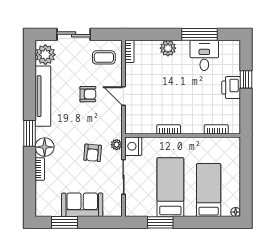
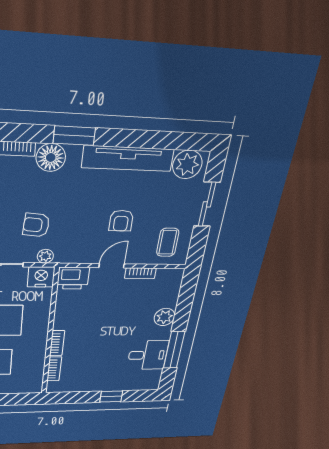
bookcase: (129, 51) -> (140, 273), moved
printer: (231, 88) -> (73, 278), moved, turned 180
bookcase: (169, 129) -> (57, 343), moved

